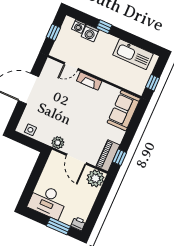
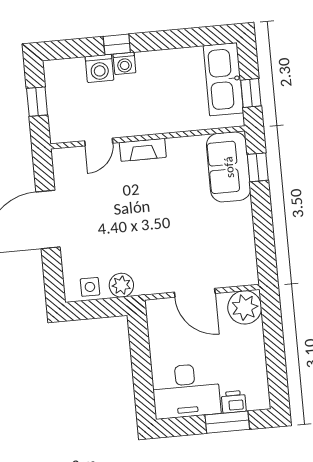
washing machine: (79, 26) -> (124, 63), moved
kitchen sink: (133, 54) -> (223, 79), moved, turned 90
plant: (58, 143) -> (121, 285), moved
piano: (108, 156) -> (244, 258), removed
window: (120, 157) -> (258, 167), moved
printer: (78, 224) -> (234, 402), moved

